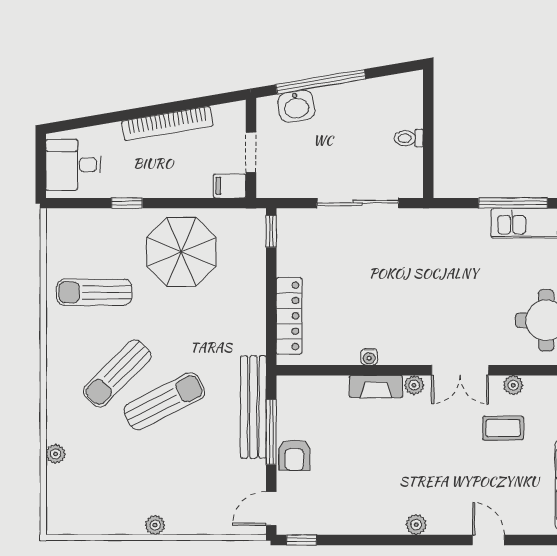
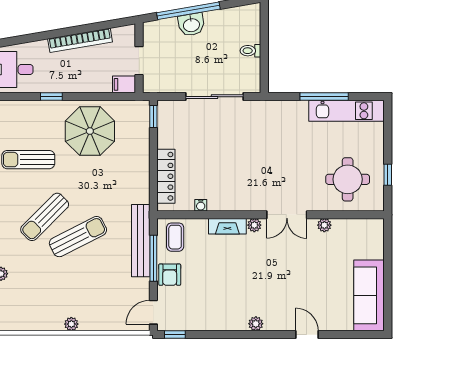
washbasin: (296, 106) -> (191, 25), moved
water cooler: (369, 357) -> (201, 205), moved
coffee table: (503, 428) -> (175, 237), moved, turned 90

